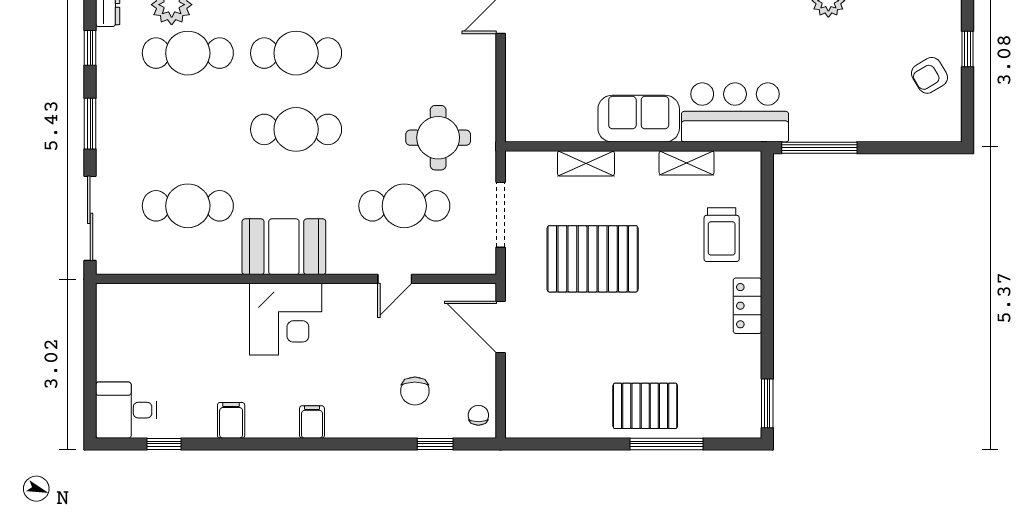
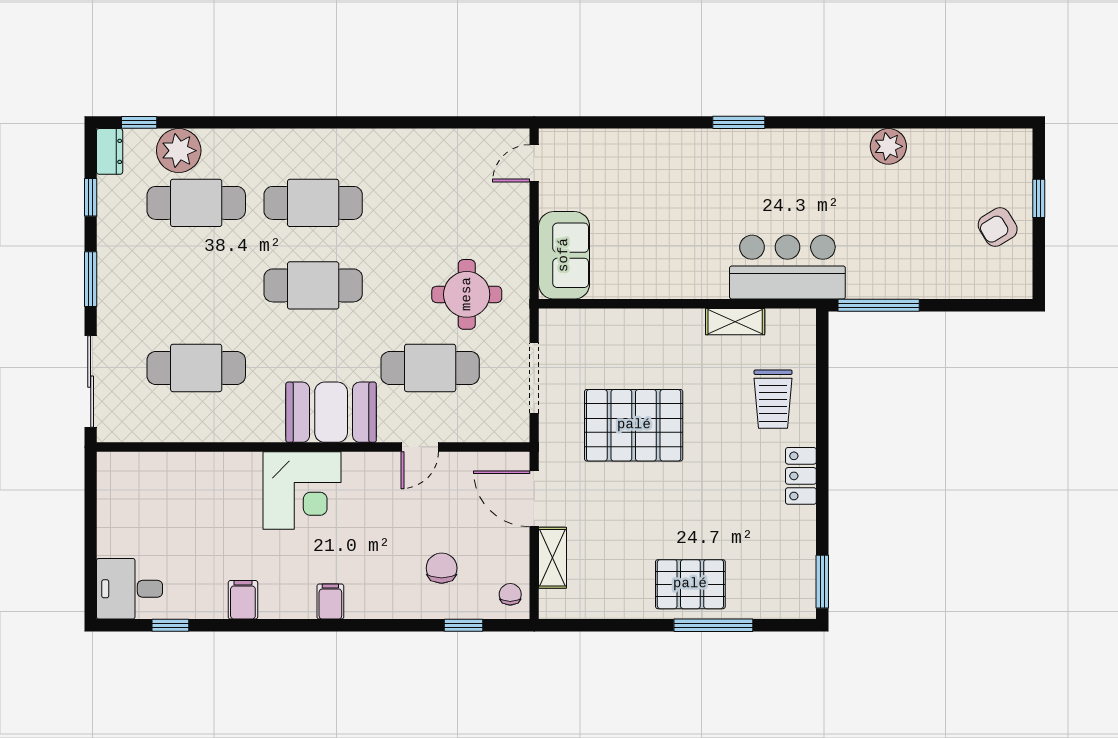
sofa: (639, 119) -> (564, 255), moved, turned 90
shelving: (586, 163) -> (553, 558), moved, turned 90
booth: (284, 247) -> (331, 412), moved
chair: (415, 391) -> (442, 568), turned 180

